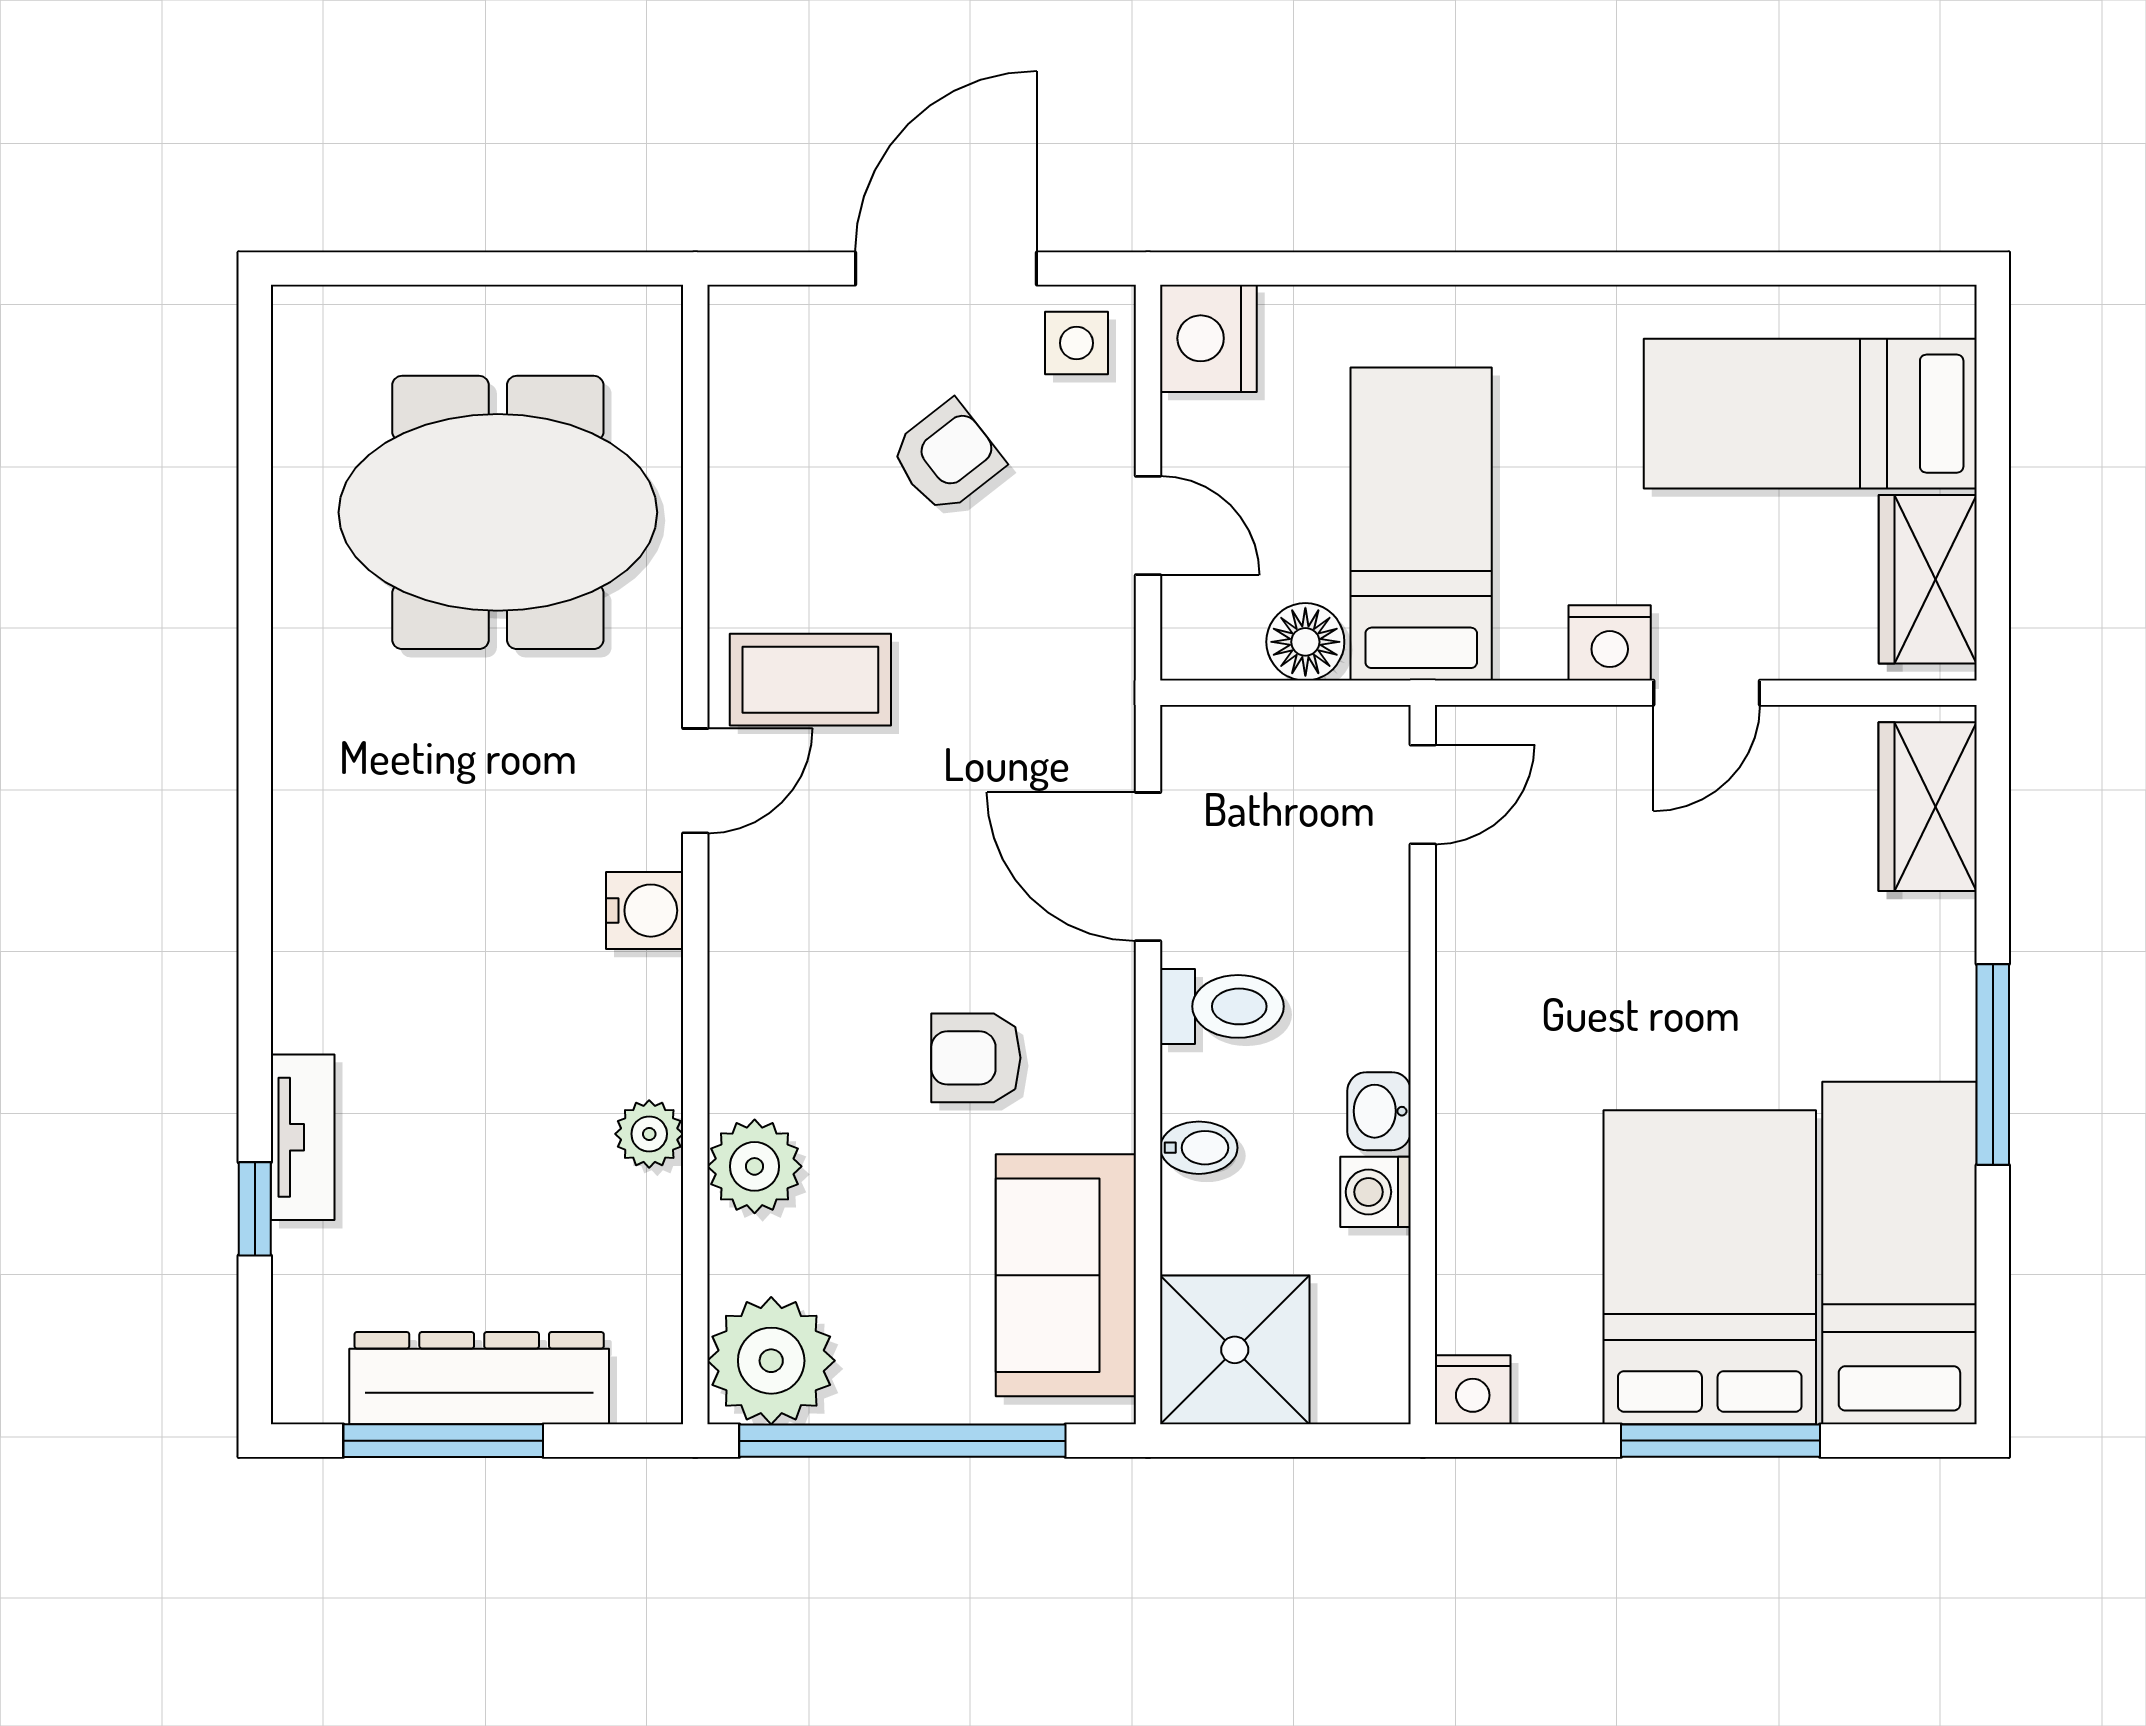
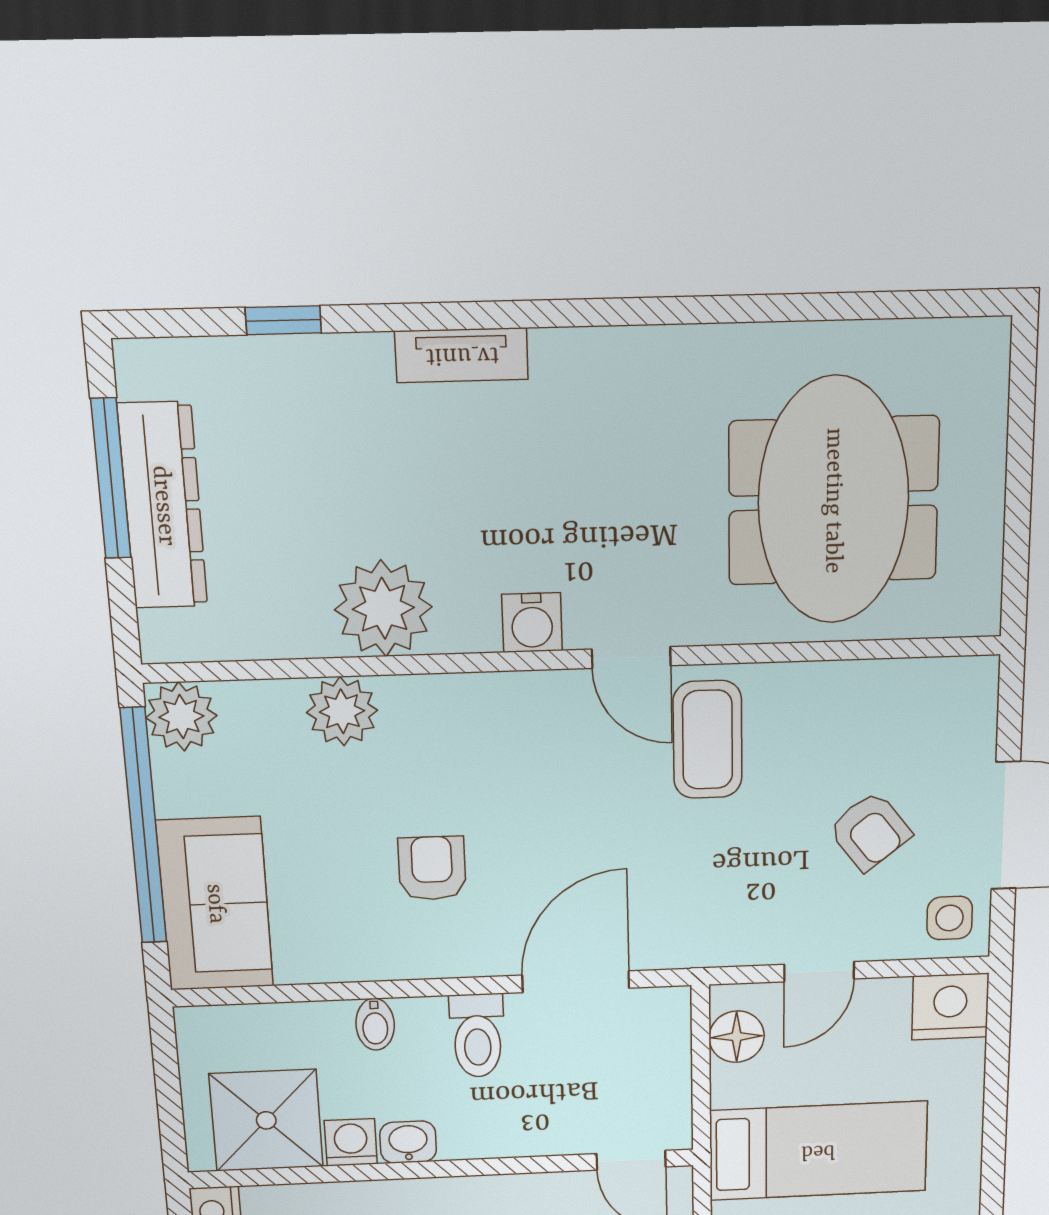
floor lamp: (1305, 642) -> (737, 1037), moved
plant: (649, 1134) -> (383, 608), width x1.88, depth x1.88
tv unit: (303, 1137) -> (462, 355), moved
sofa: (1066, 1275) -> (215, 904), moved, turned 90
shower: (1235, 1350) -> (266, 1120), moved
plant: (771, 1361) -> (181, 717), width x0.73, depth x0.73

